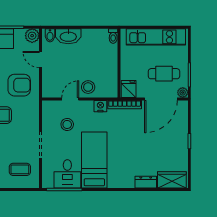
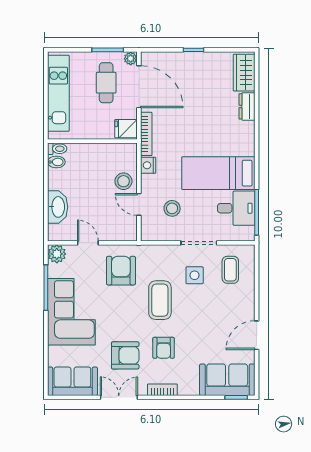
bidet: (50, 35) -> (56, 162), moved
door: (41, 60) -> (88, 243), swing flipped
side table: (16, 142) -> (195, 275), added

